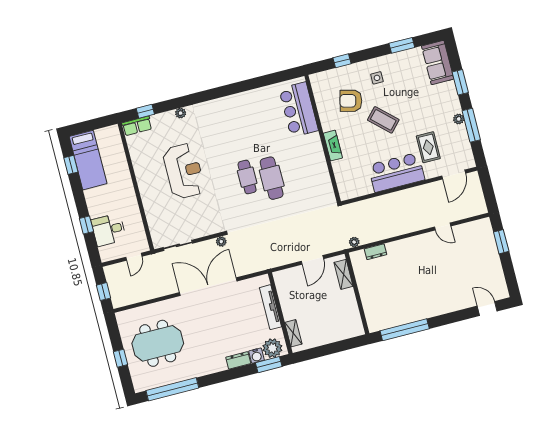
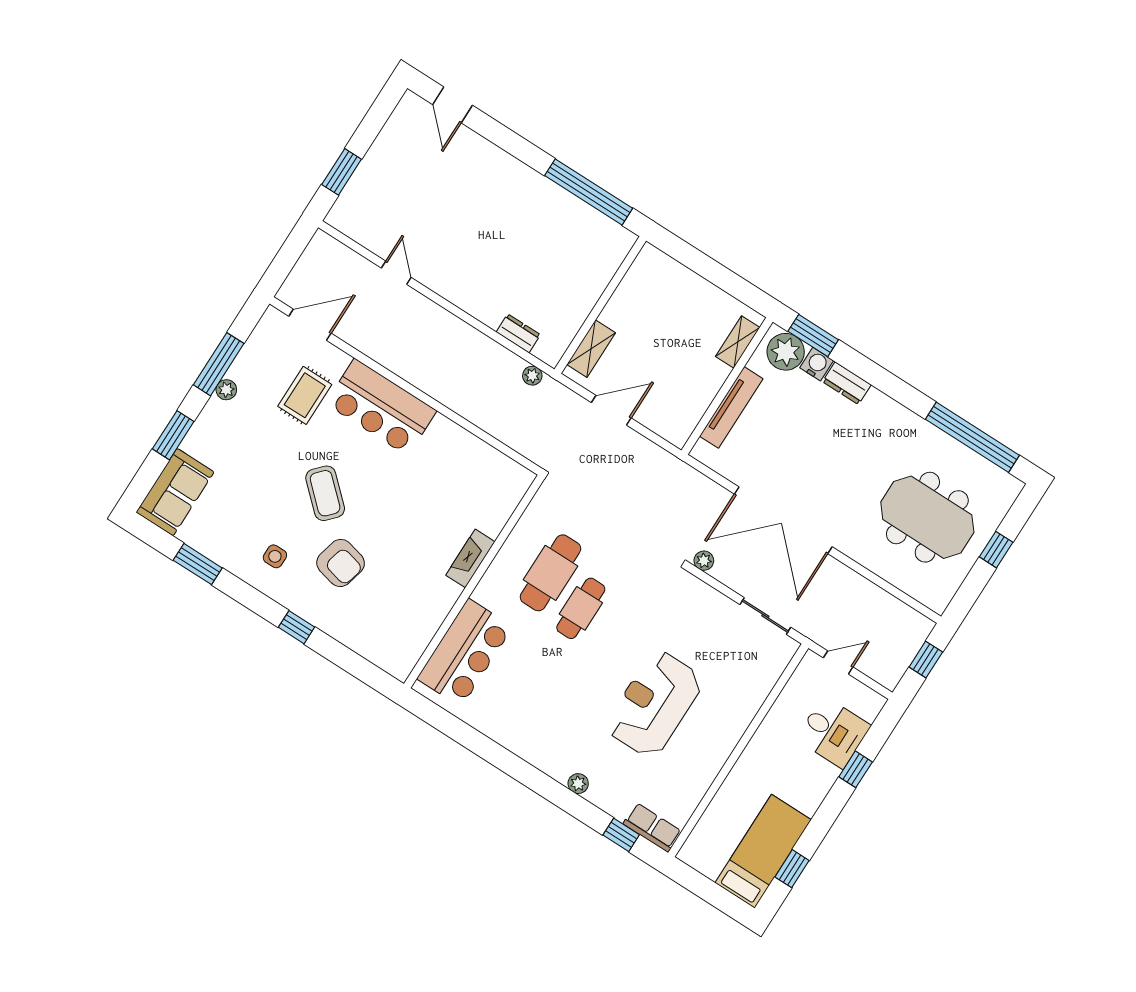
bar counter: (299, 110) -> (465, 653), moved
wall: (323, 139) -> (474, 582), moved
fireplace: (333, 146) -> (470, 558), moved

